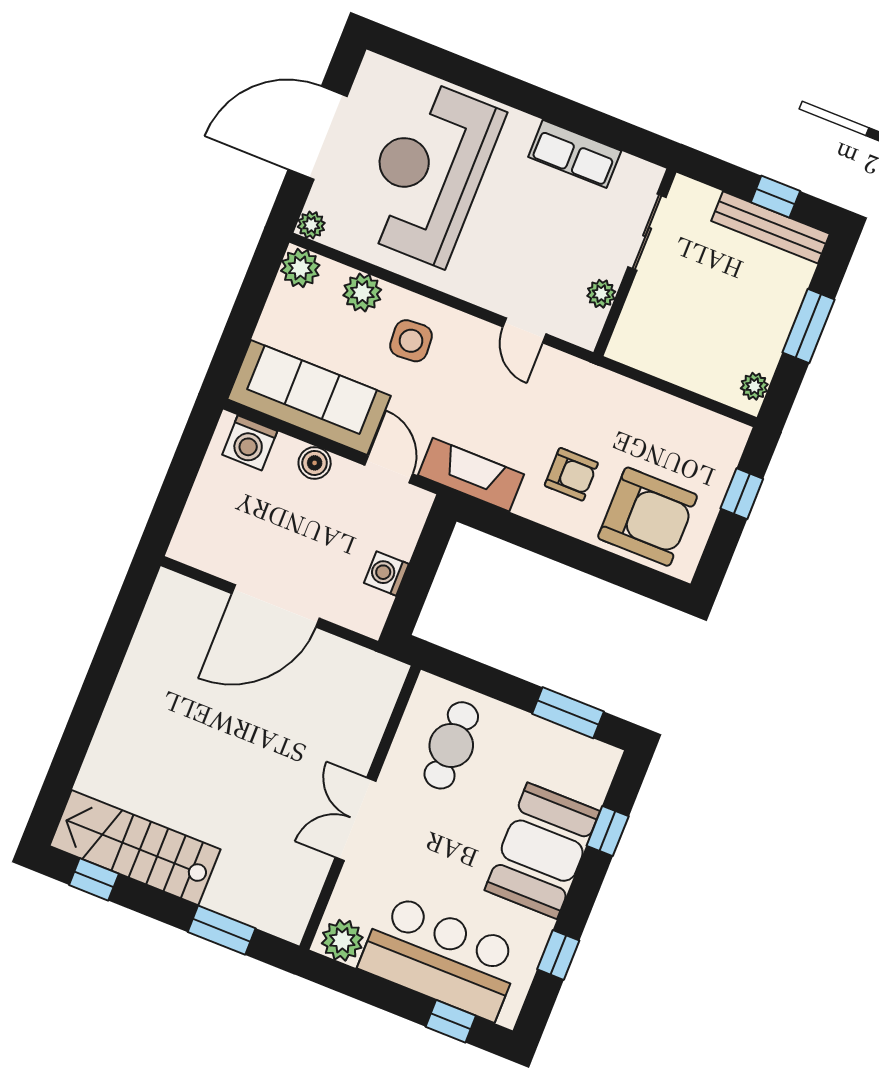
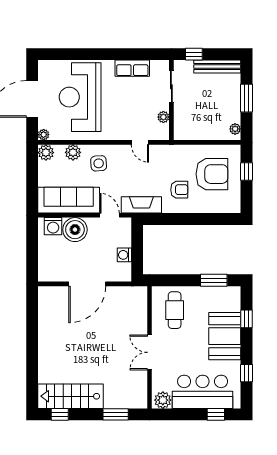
window: (775, 197) -> (194, 54), moved
boiler: (315, 463) -> (75, 230), width x1.86, depth x1.86
armchair: (648, 517) -> (212, 174), moved

